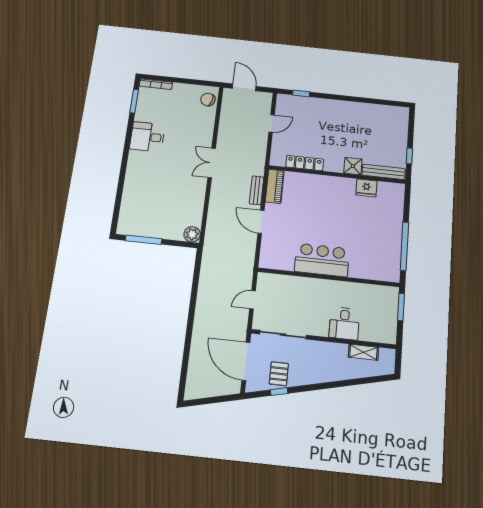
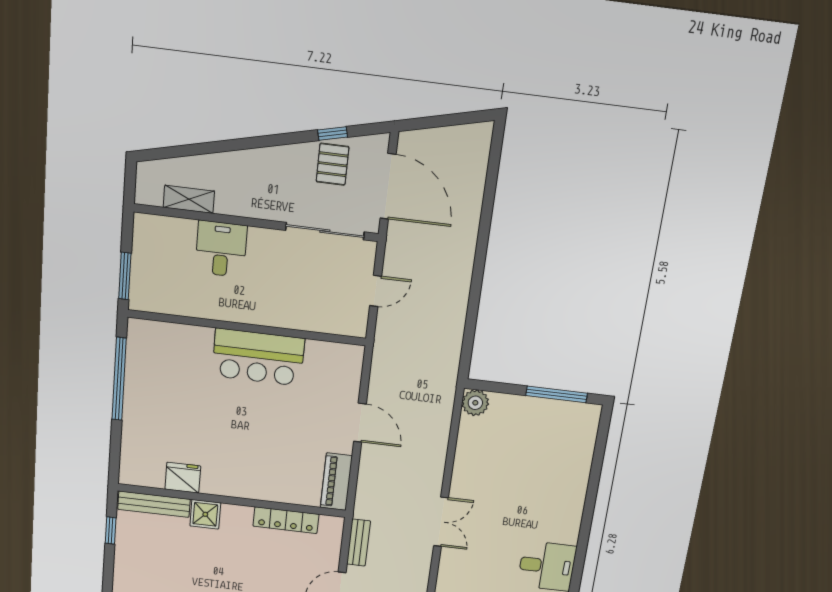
bench: (257, 190) -> (358, 543), moved

